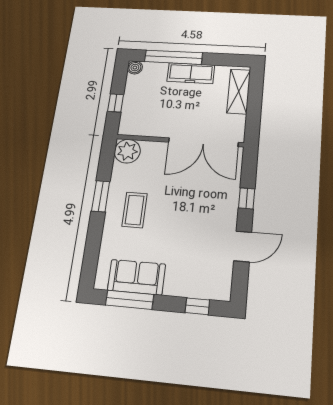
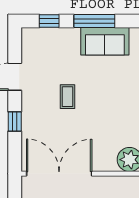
coffee table: (135, 210) -> (68, 97), moved, width x0.73, depth x0.77
window: (130, 300) -> (94, 21), moved

